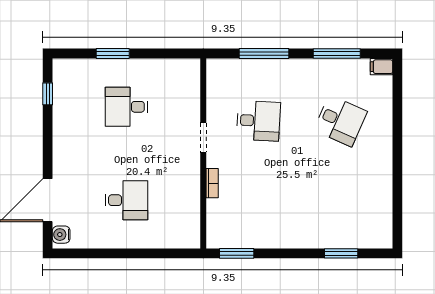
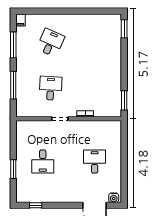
window: (341, 253) -> (124, 29), moved

